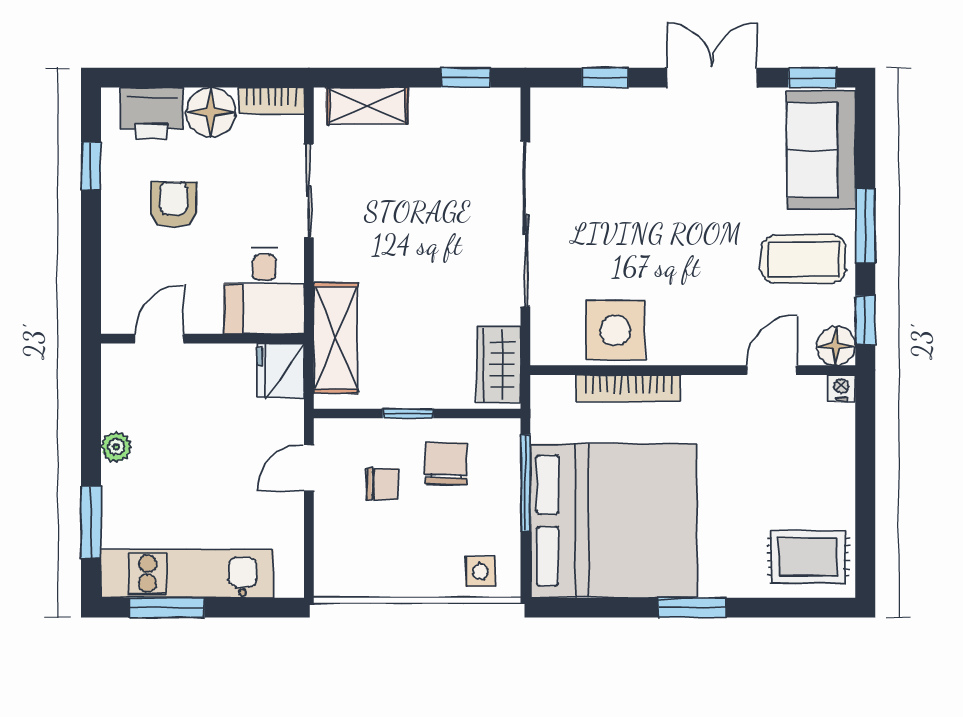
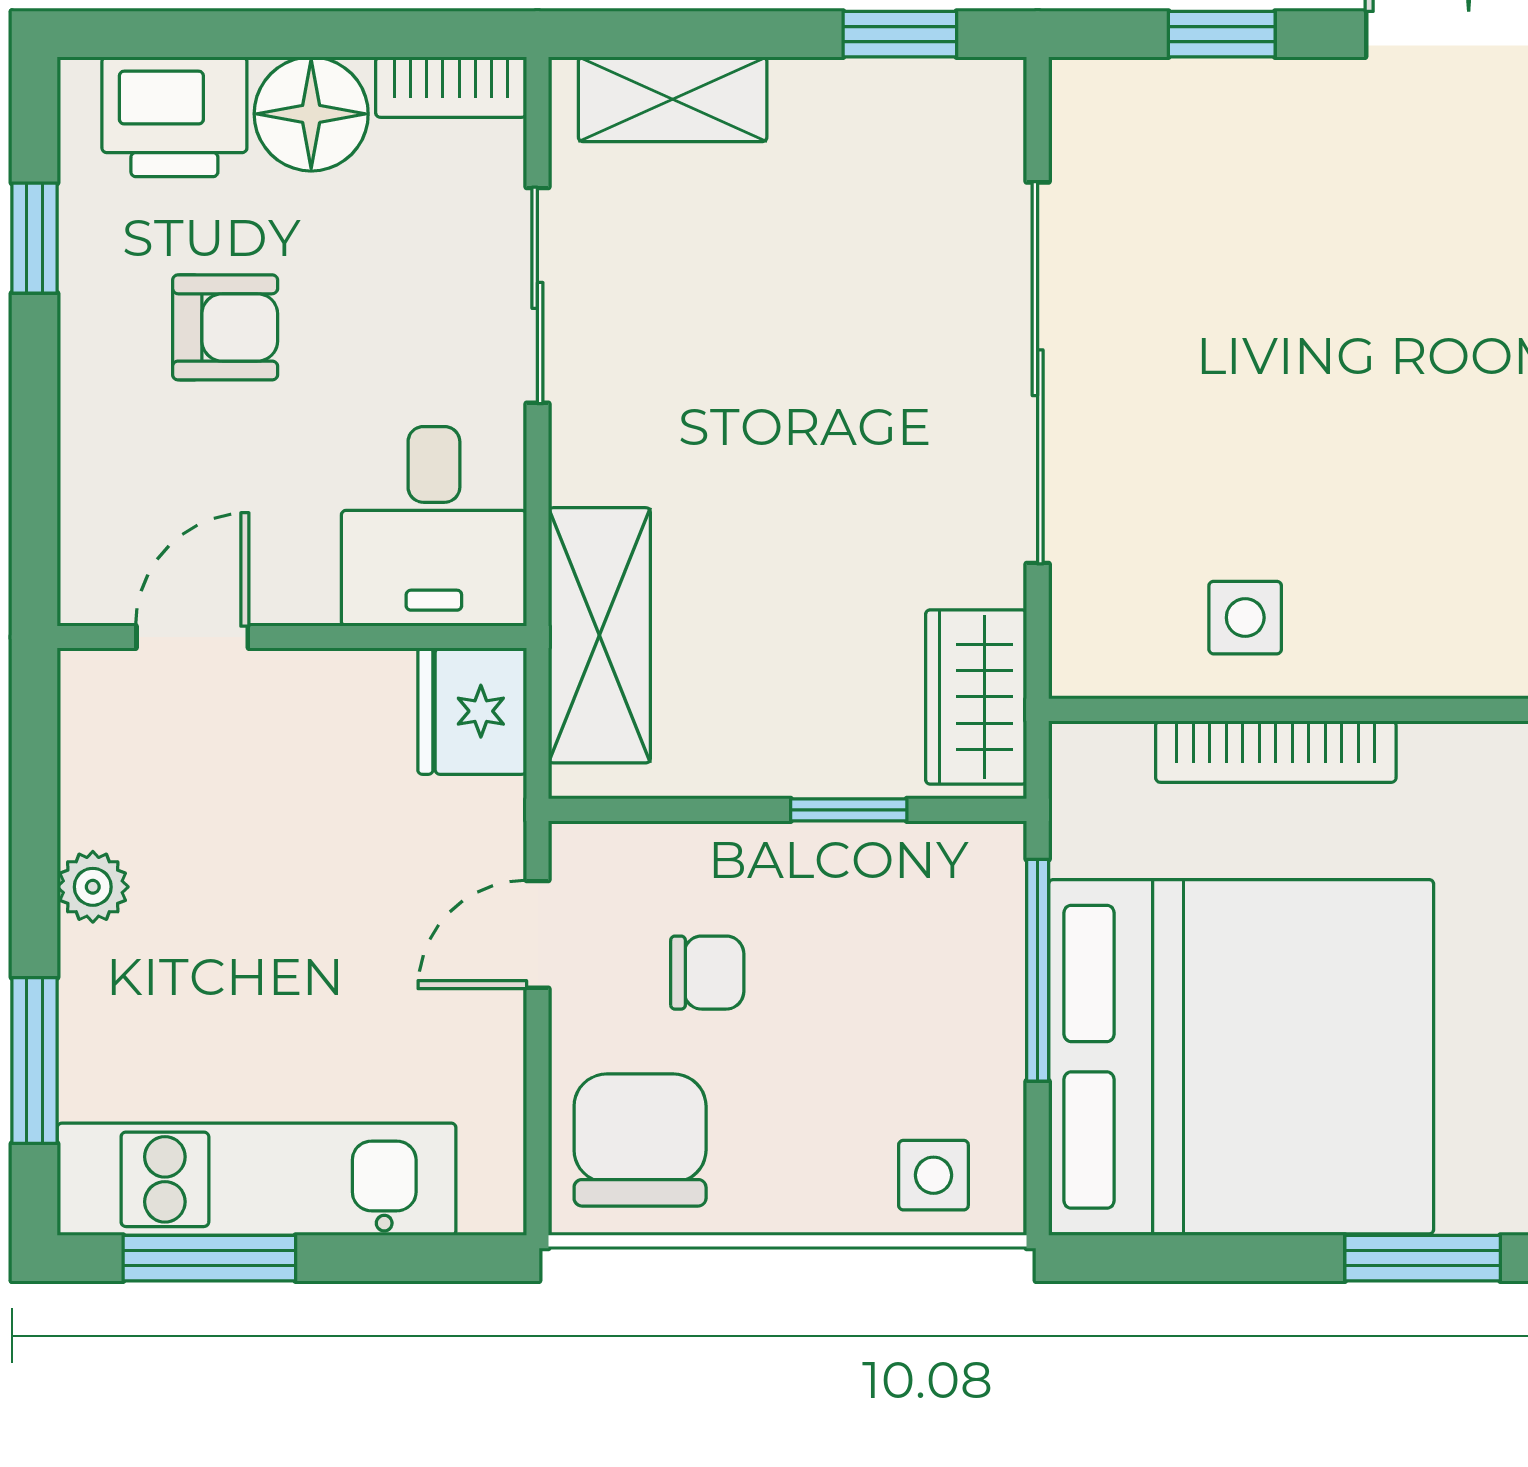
armchair: (174, 205) -> (225, 327), turned 90
side table: (615, 330) -> (1245, 618), width x0.54, depth x0.54
window: (408, 414) -> (849, 810), moved
chair: (446, 464) -> (640, 1140), moved, width x1.37, depth x1.37

